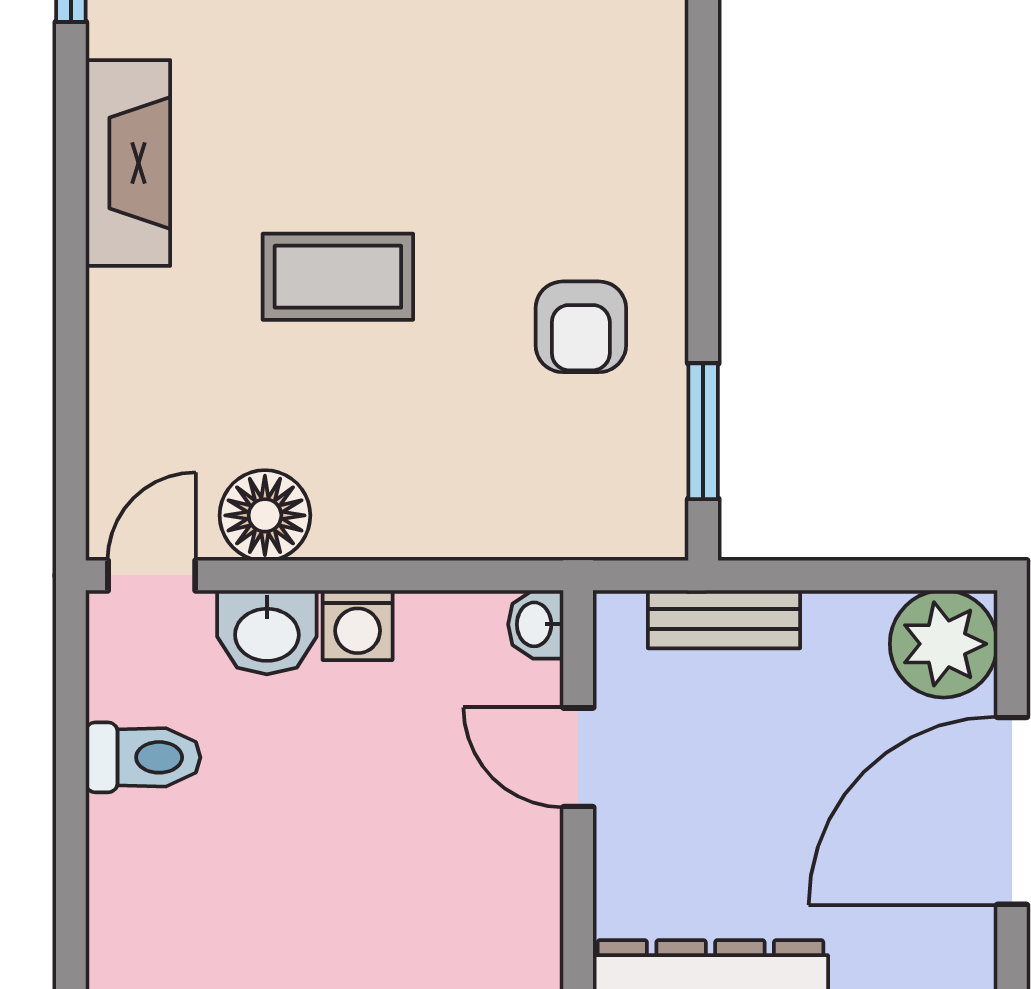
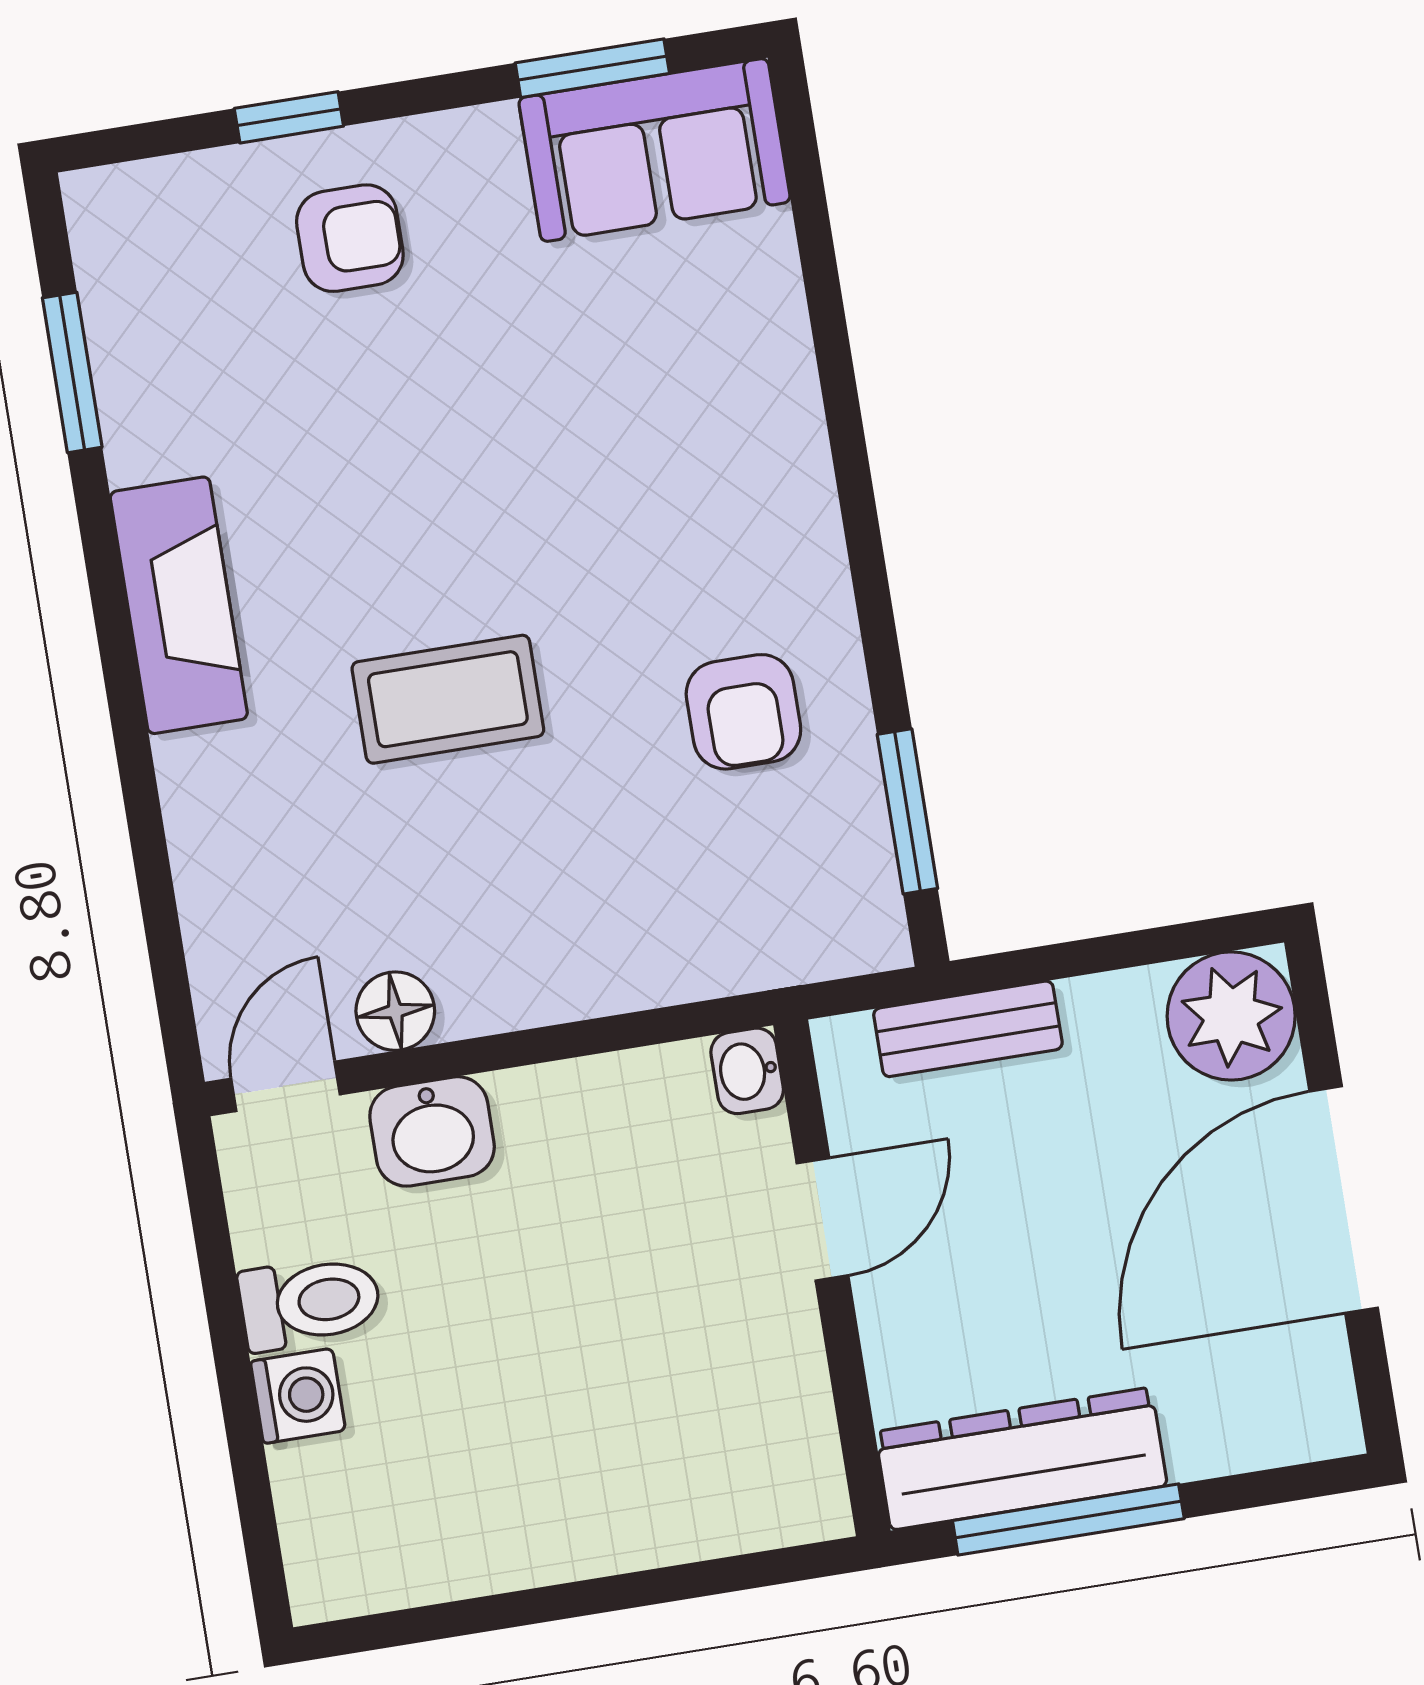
floor lamp: (265, 515) -> (395, 1011), width x0.73, depth x0.73
washing machine: (358, 625) -> (298, 1396), moved, turned -90
door: (578, 757) -> (822, 1219), swing flipped

